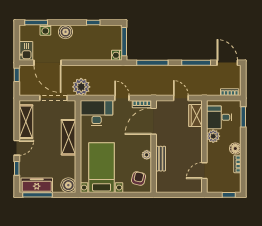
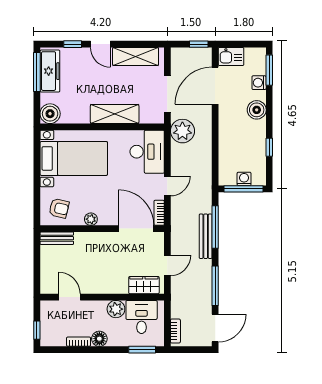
washing machine: (117, 55) -> (244, 179), moved
bench: (159, 70) -> (206, 236), added
bench: (161, 159) -> (57, 238), moved

